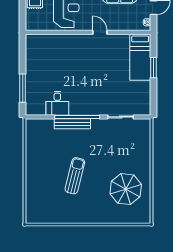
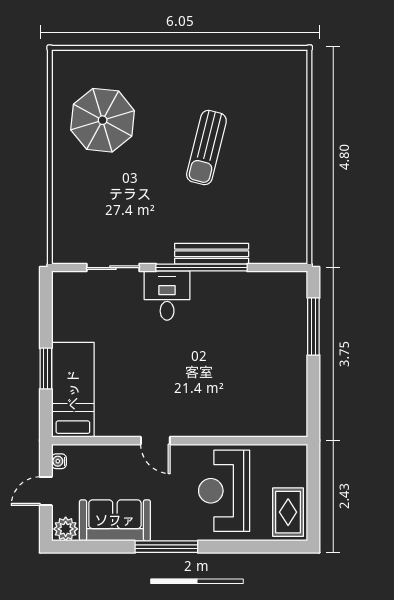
desk: (57, 103) -> (167, 296), moved

